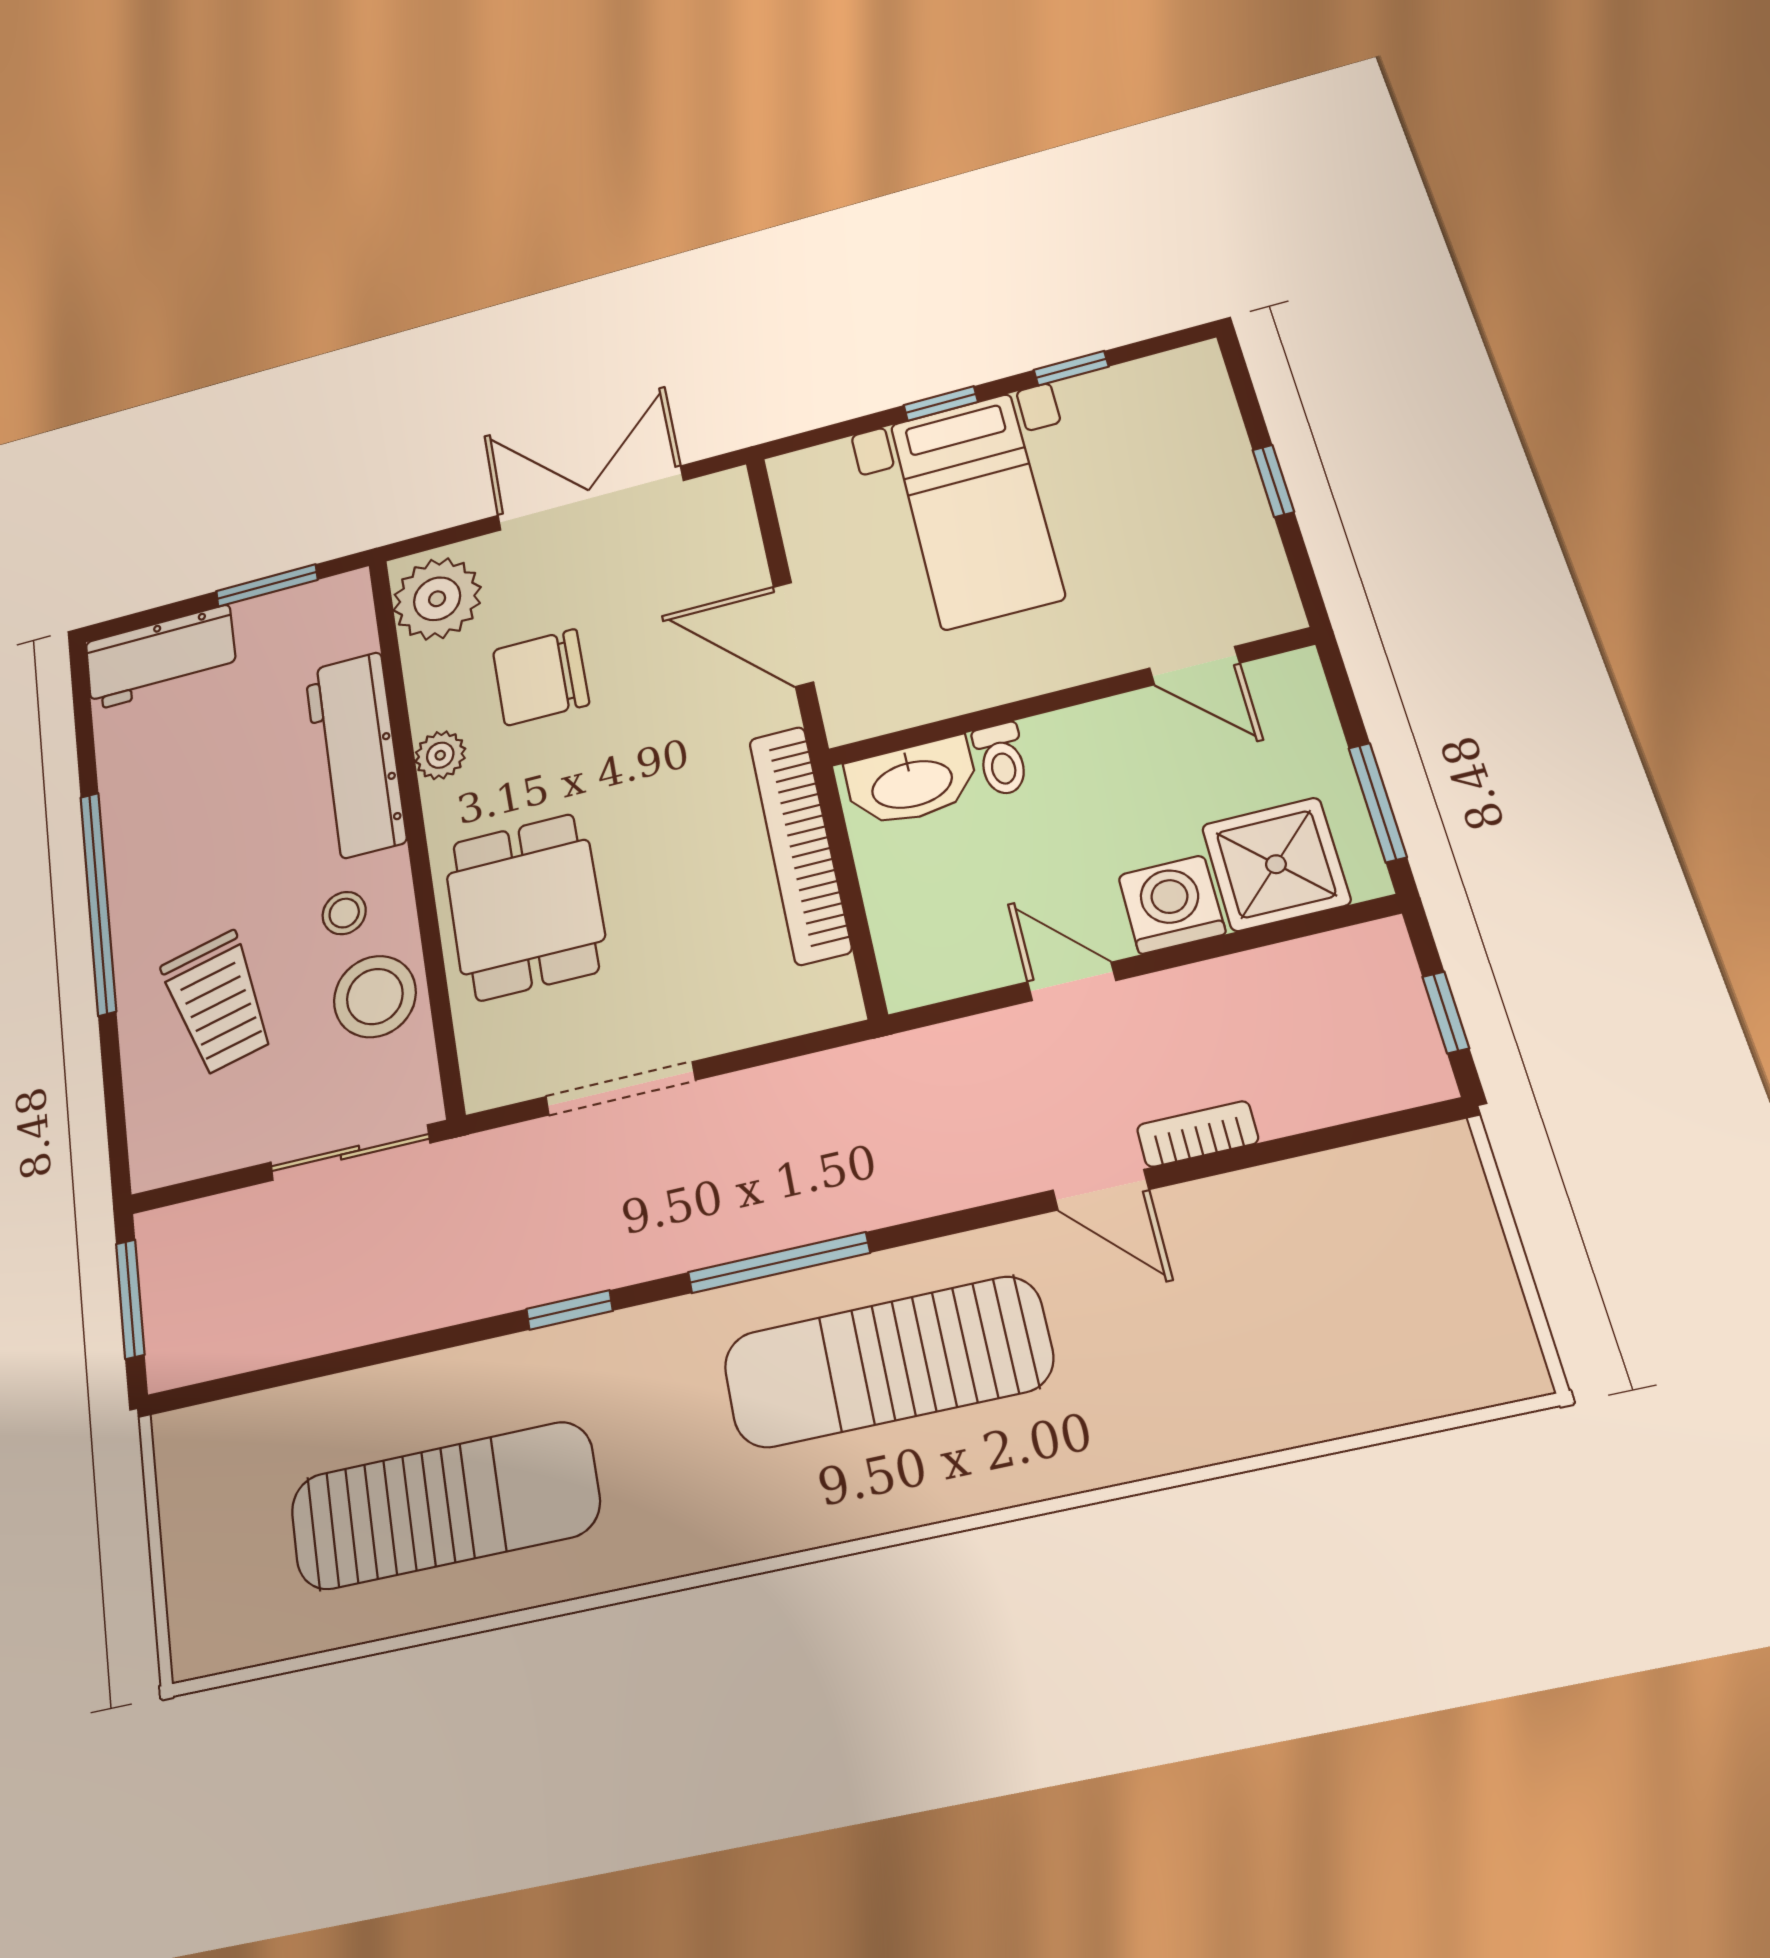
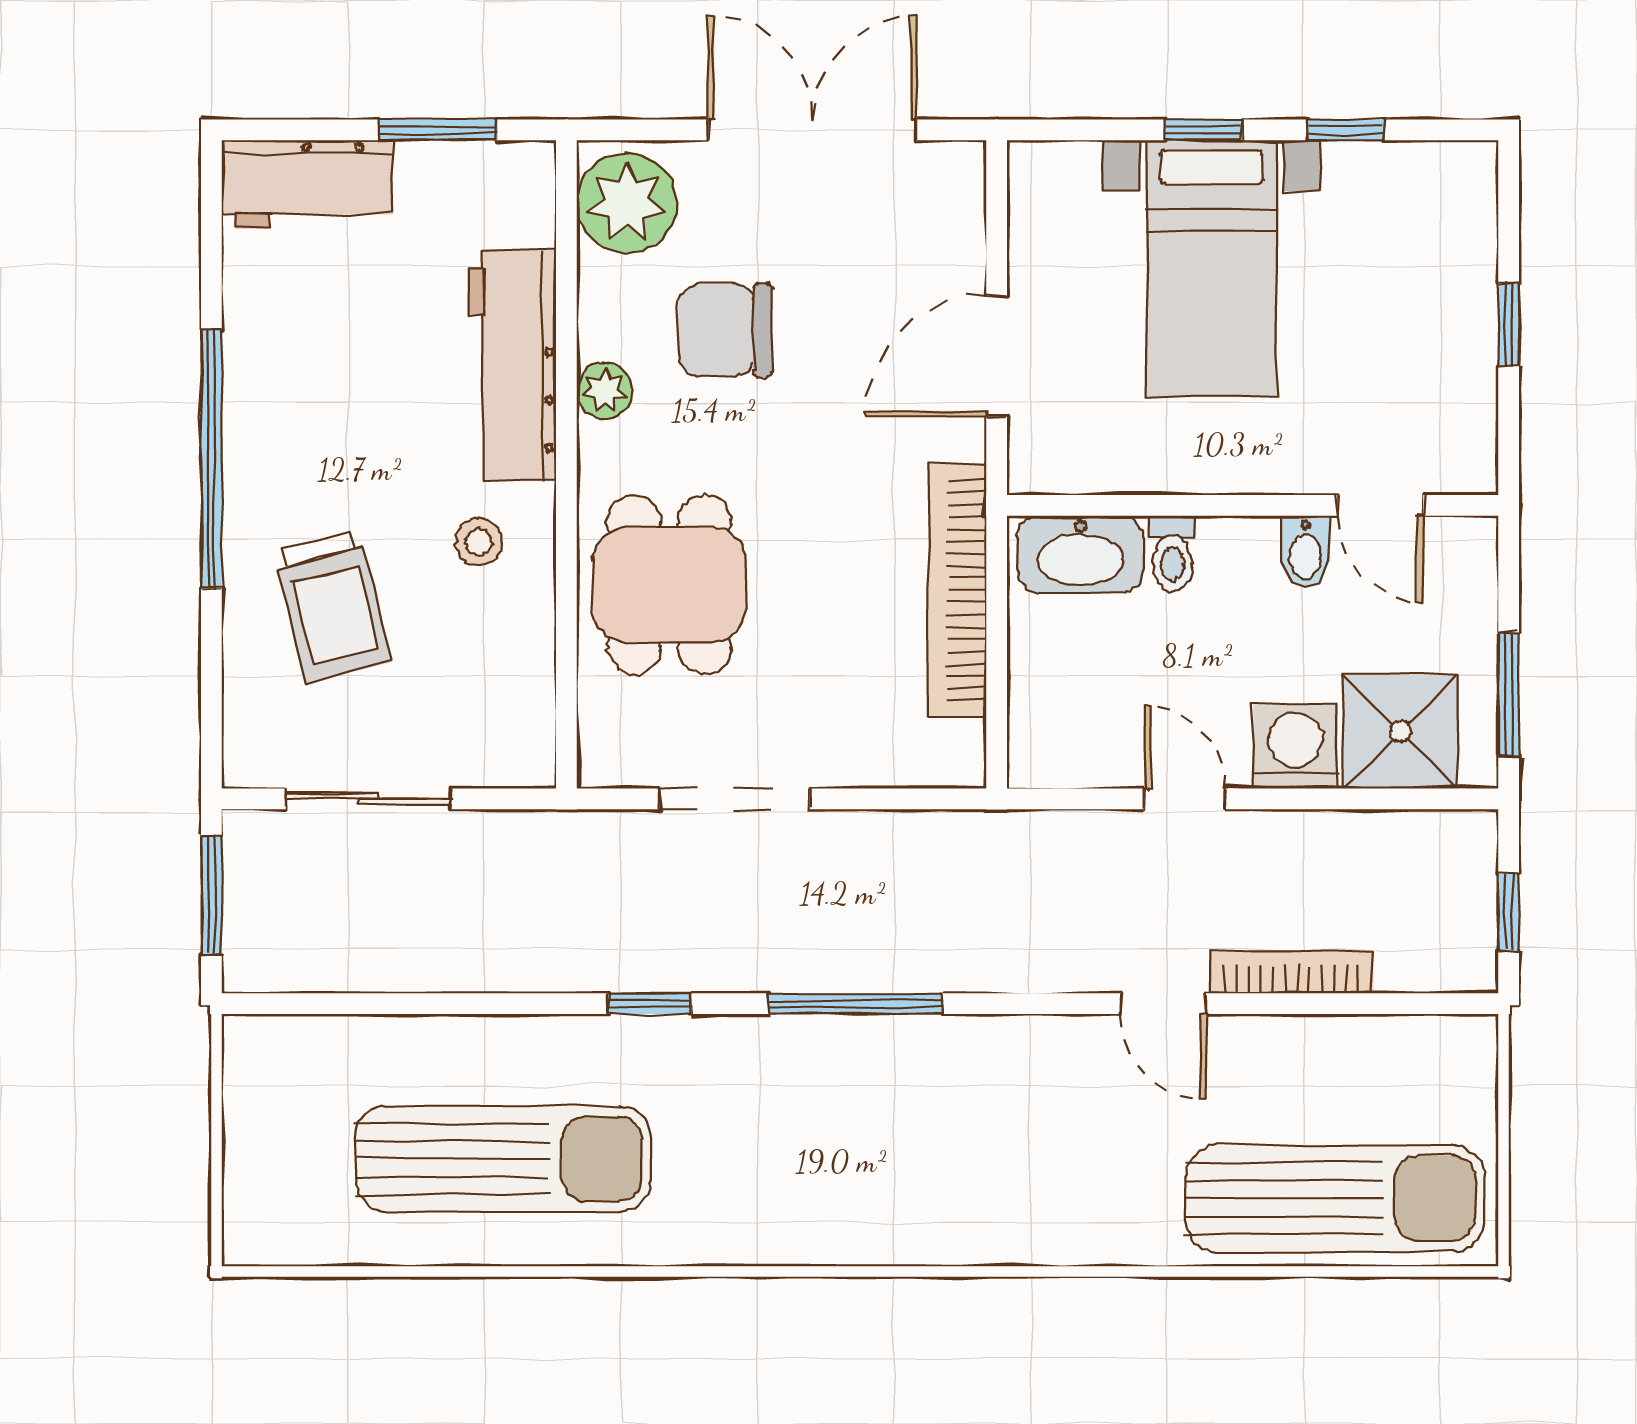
door: (793, 634) -> (997, 356), hinge flipped
bidet: (1132, 725) -> (1306, 552), added
stool: (375, 996) -> (500, 641), removed
bookcase: (1198, 1134) -> (1291, 972), width x1.56
sliding door: (350, 1153) -> (368, 799), moved
sun lounger: (887, 1362) -> (1335, 1198), moved, turned 180

